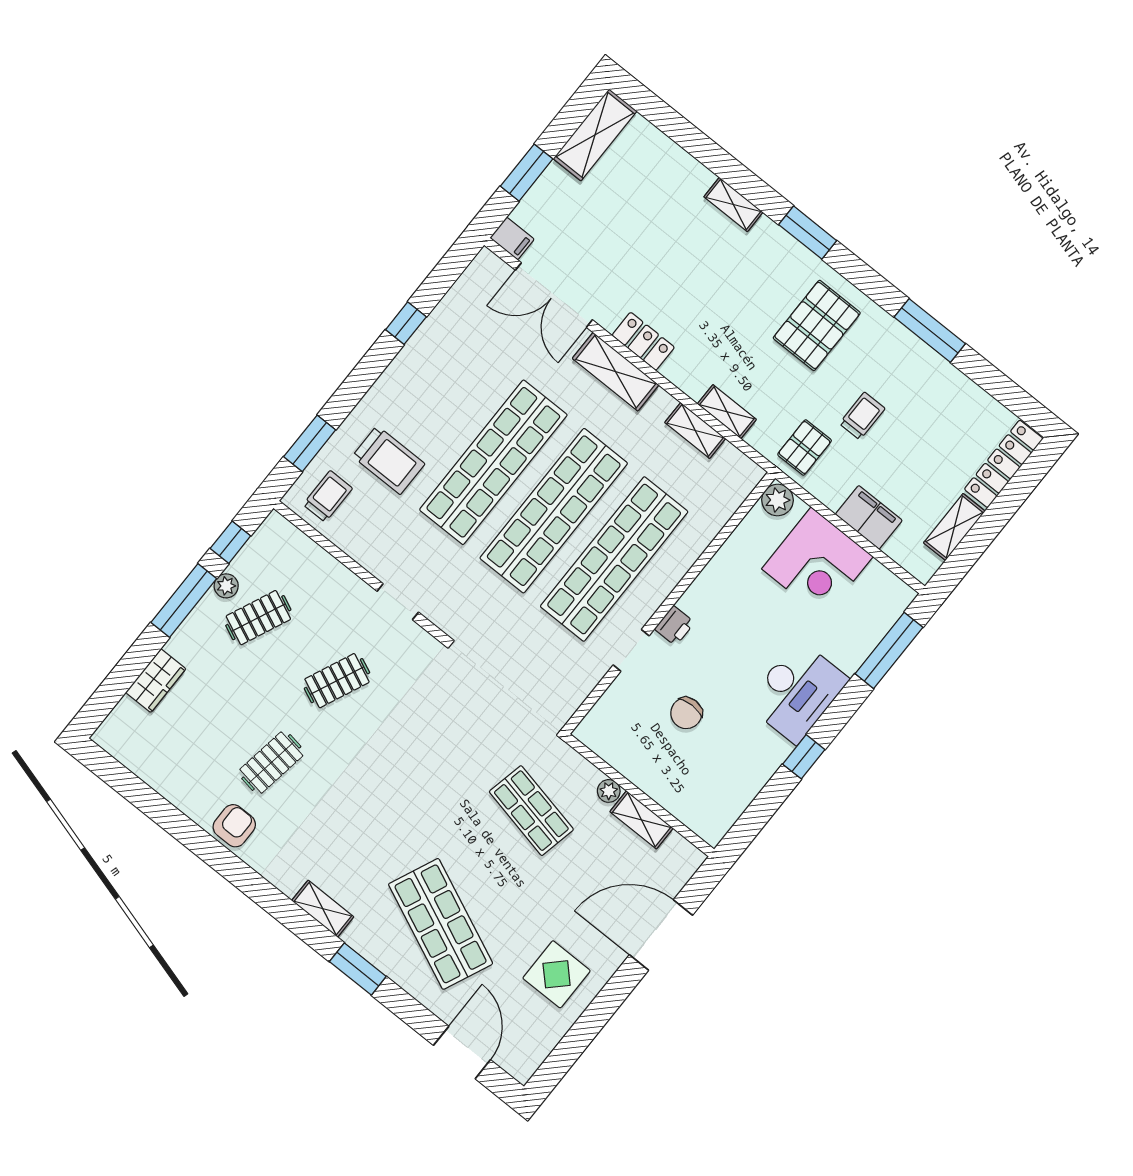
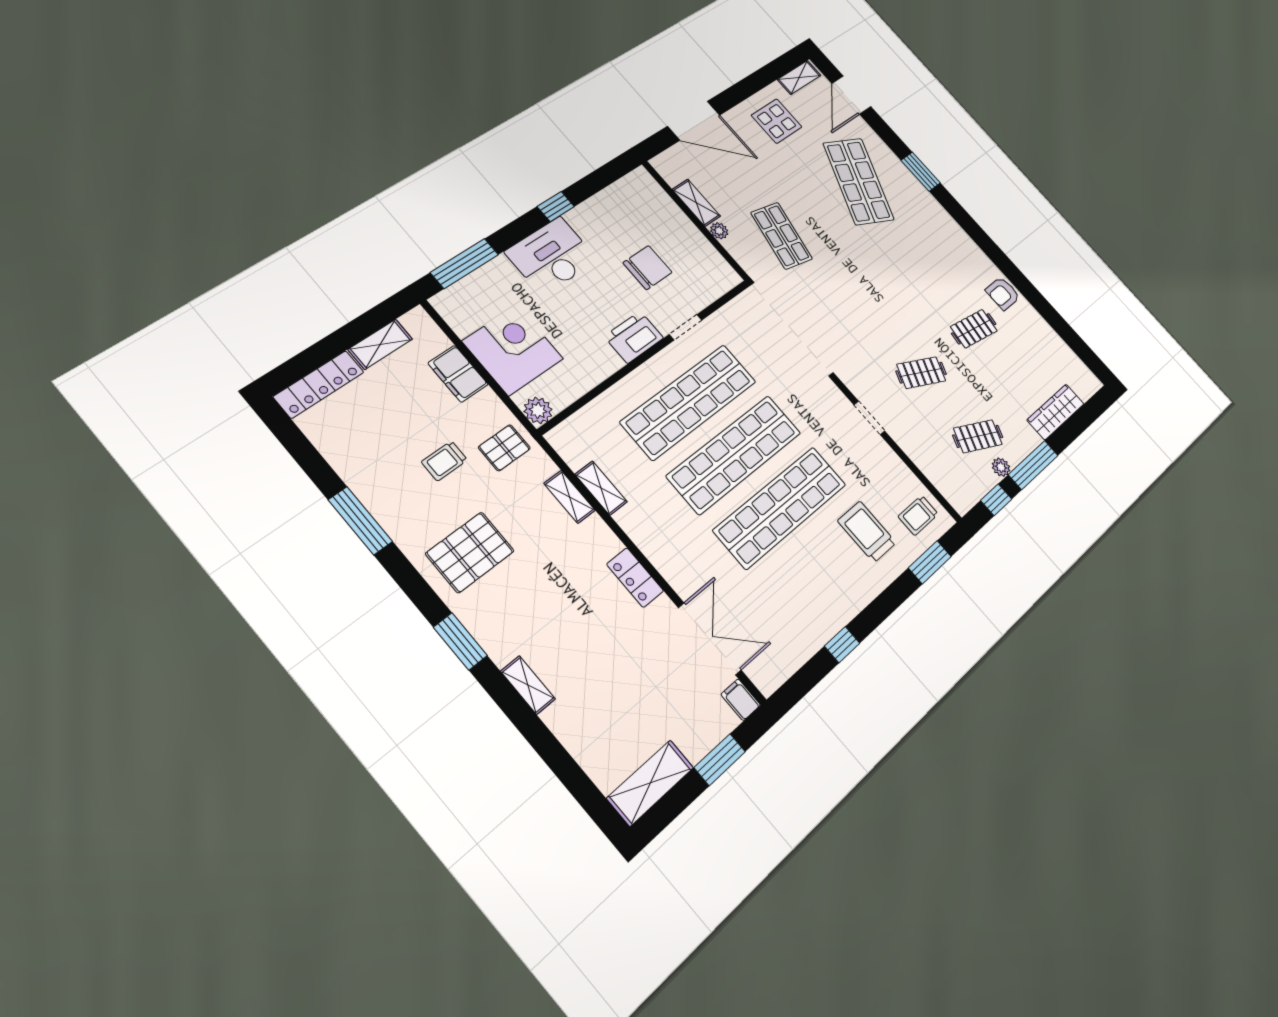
shelving: (616, 372) -> (664, 557), removed
printer: (675, 626) -> (634, 337), width x1.87, depth x1.48
wardrobe: (156, 681) -> (1056, 412), width x1.50
chair: (686, 713) -> (648, 268), width x1.37, depth x1.37
shelving: (323, 909) -> (799, 77), moved, turned 90

